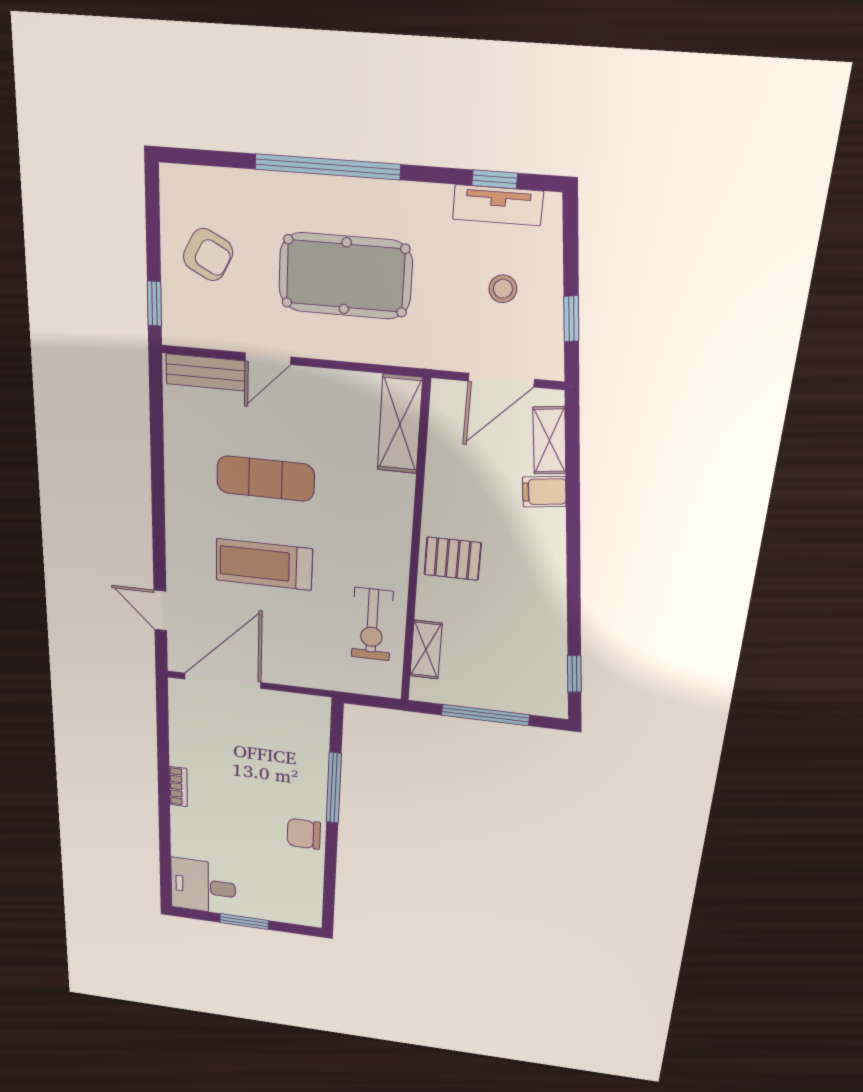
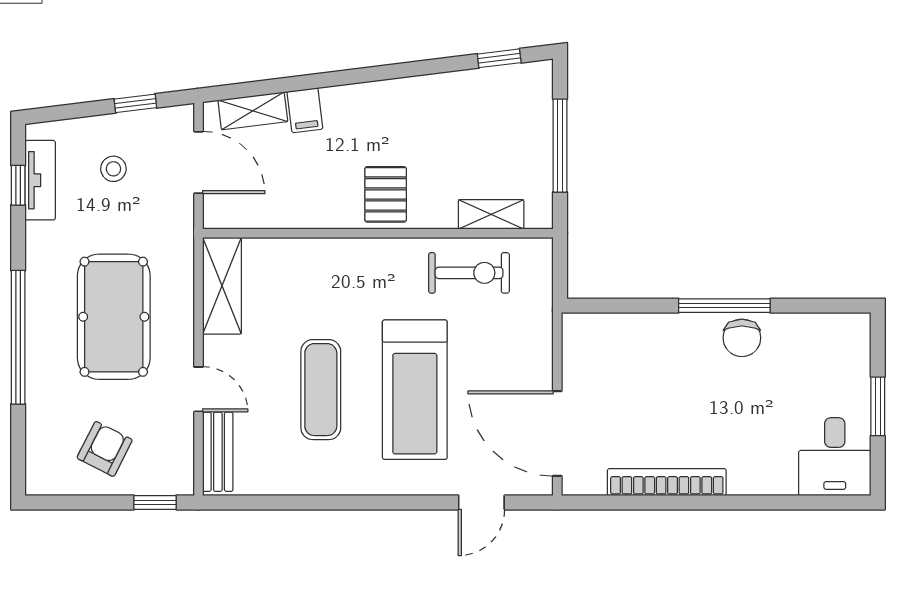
shelving: (400, 424) -> (222, 286), moved, turned 90
treadmill: (264, 564) -> (415, 390), width x1.37, depth x1.38
bookcase: (178, 787) -> (667, 482), width x2.31, depth x1.31
window: (334, 788) -> (724, 306), moved

